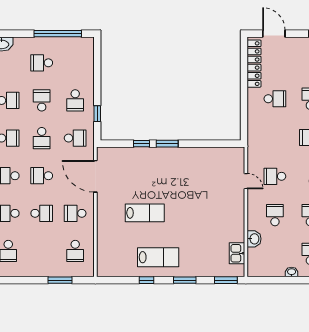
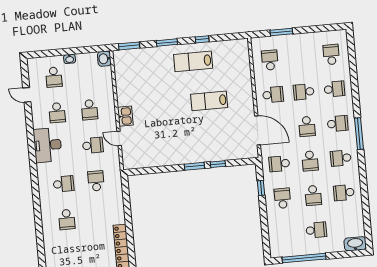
school desk: (275, 99) -> (96, 181), moved, turned 90
school desk: (42, 138) -> (310, 161), turned 180
school desk: (42, 176) -> (307, 126), turned 90
washbasin: (254, 239) -> (104, 59), moved
kitchen sink: (237, 253) -> (125, 116), moved

